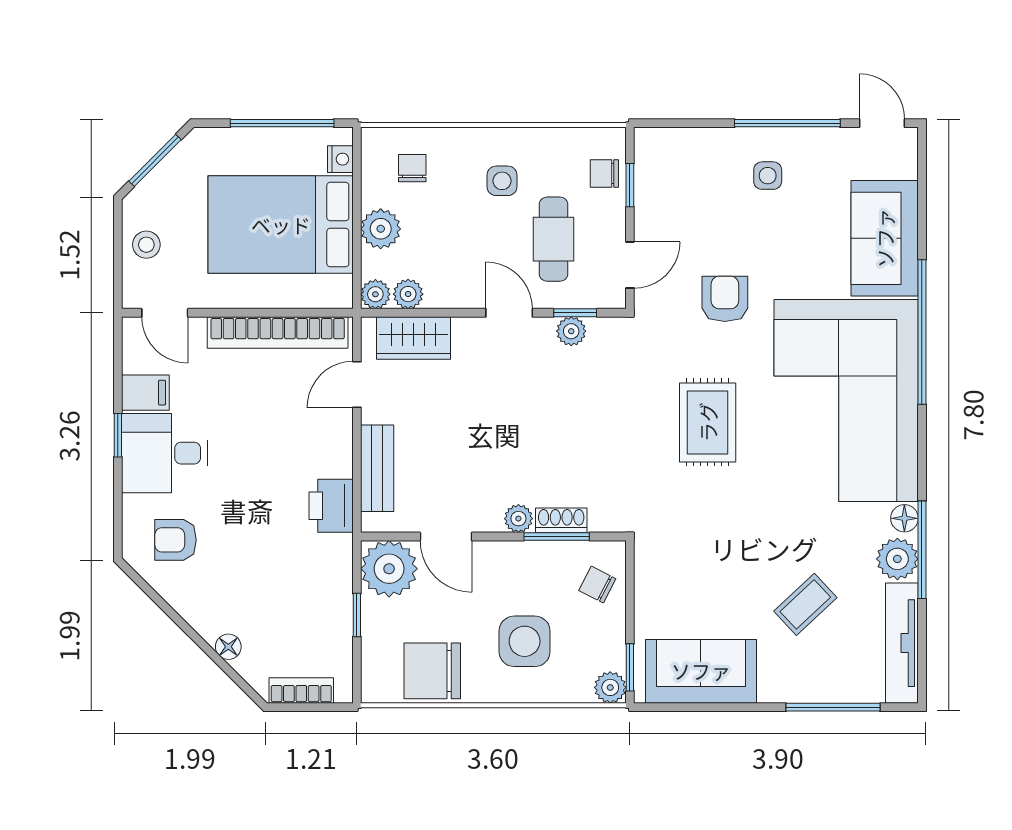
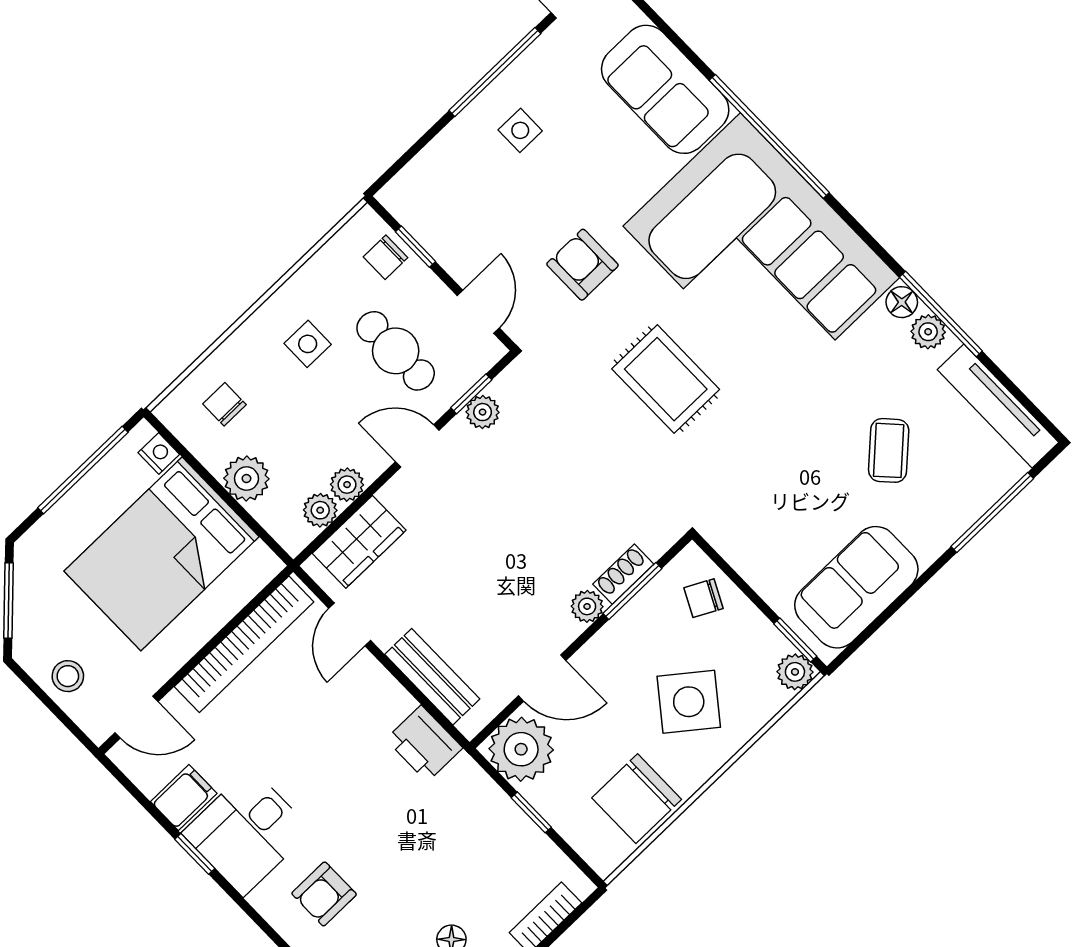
plant: (375, 294) -> (347, 485), moved
plant: (897, 559) -> (928, 332), width x0.73, depth x0.73
side table: (525, 641) -> (689, 702), turned 38

